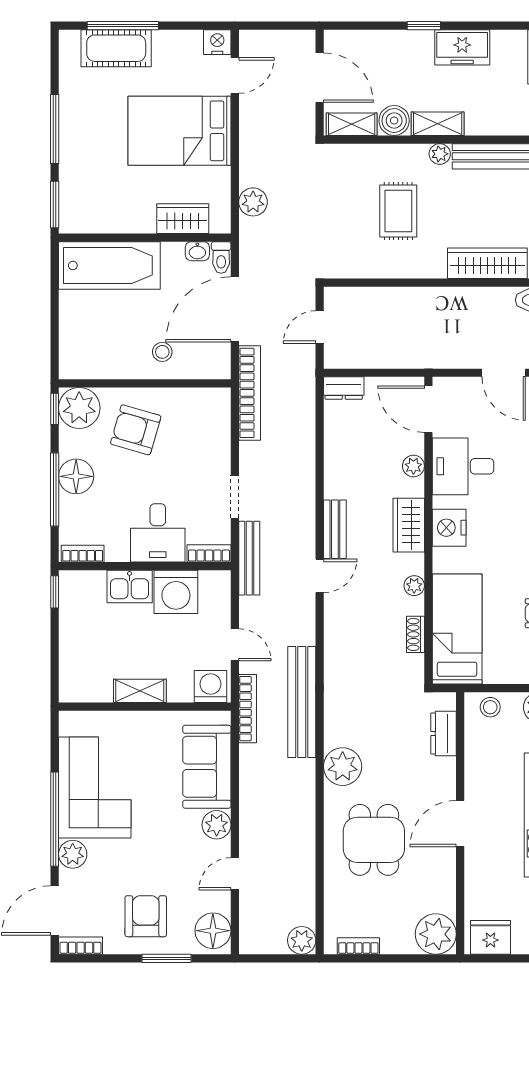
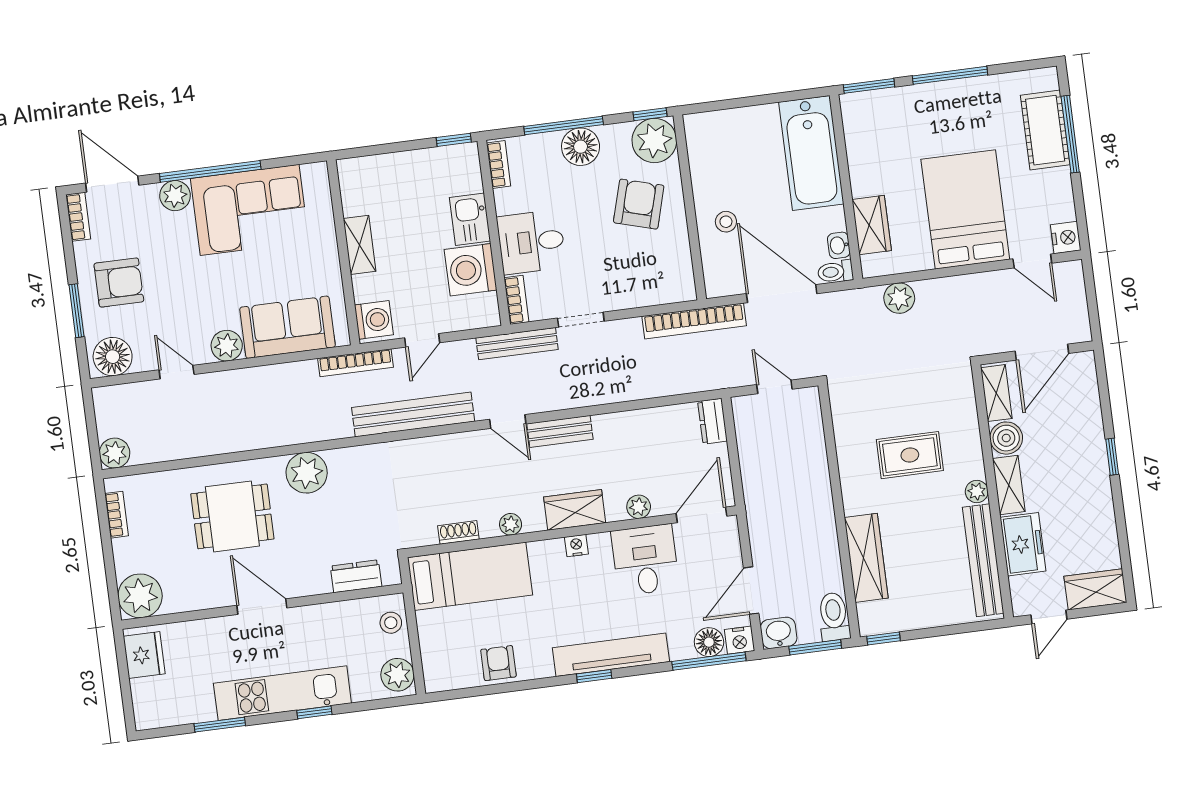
freezer: (462, 47) -> (1023, 544), moved, turned 180
nightstand: (449, 528) -> (576, 546), width x0.53, depth x0.56
bench: (302, 702) -> (413, 414), moved

